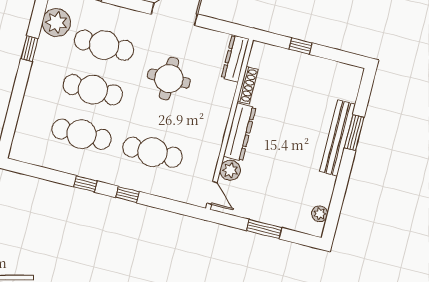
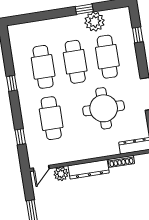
plant: (56, 23) -> (95, 22), moved
round table: (169, 79) -> (104, 108), width x1.36, depth x1.36
window: (127, 194) -> (20, 137), moved

